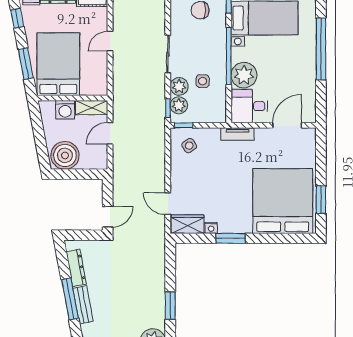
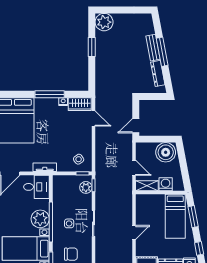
bed: (58, 64) -> (175, 216), width x0.67
plant: (244, 75) -> (40, 219), moved
side table: (203, 81) -> (69, 223), moved
plant: (179, 86) -> (86, 201), removed
door: (110, 133) -> (134, 168), hinge flipped
door: (108, 217) -> (136, 126), moved
window: (230, 238) -> (50, 94), width x1.44

